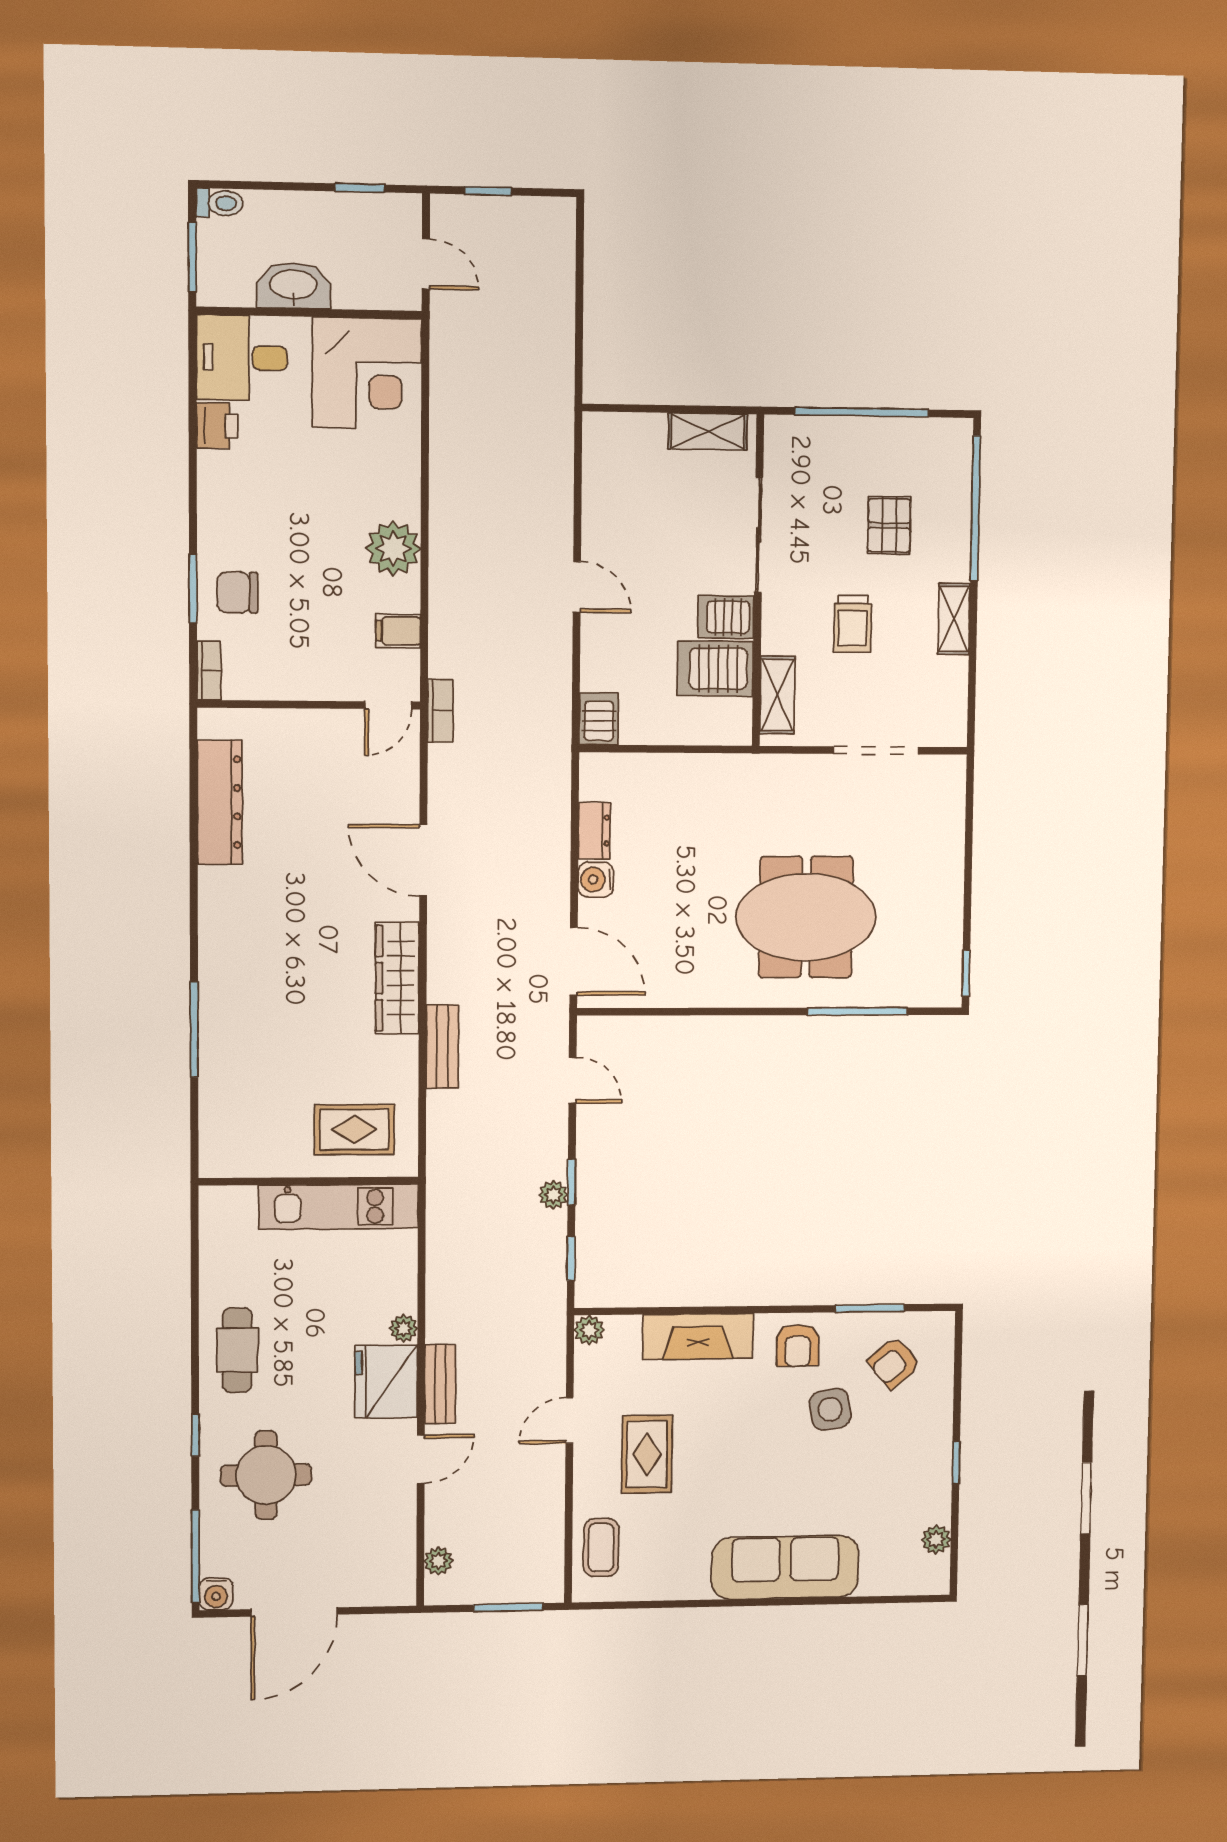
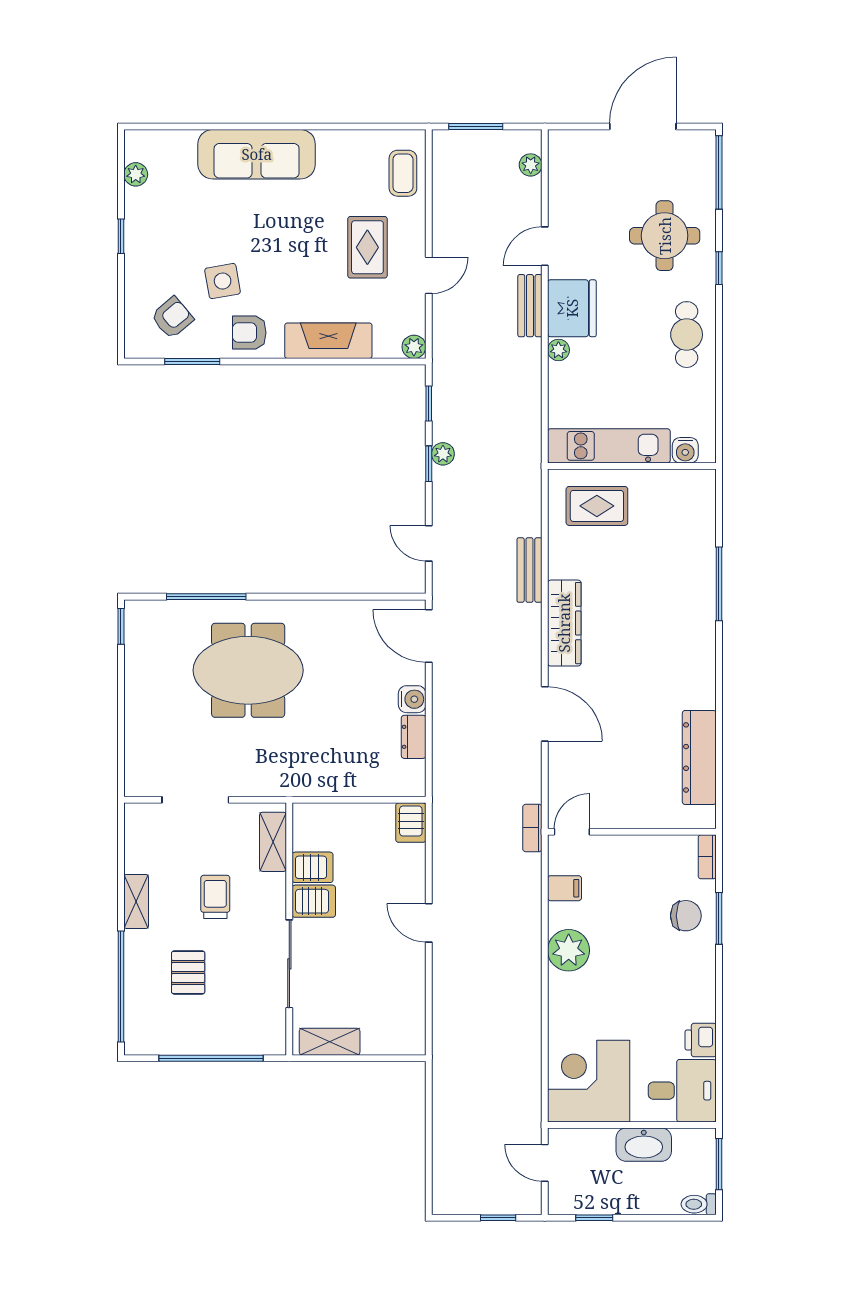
server rack: (715, 669) -> (313, 867), width x0.73, depth x0.70
armchair: (798, 1345) -> (249, 333), turned -90
water cooler: (216, 1594) -> (685, 450), moved, turned 180

